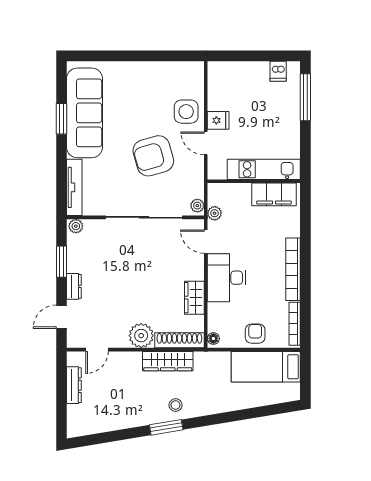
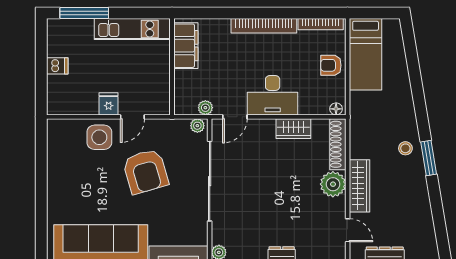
dishwasher: (278, 71) -> (57, 66), moved
kitchen unit: (264, 169) -> (132, 29), moved, turned -90
wardrobe: (168, 361) -> (360, 186), moved

